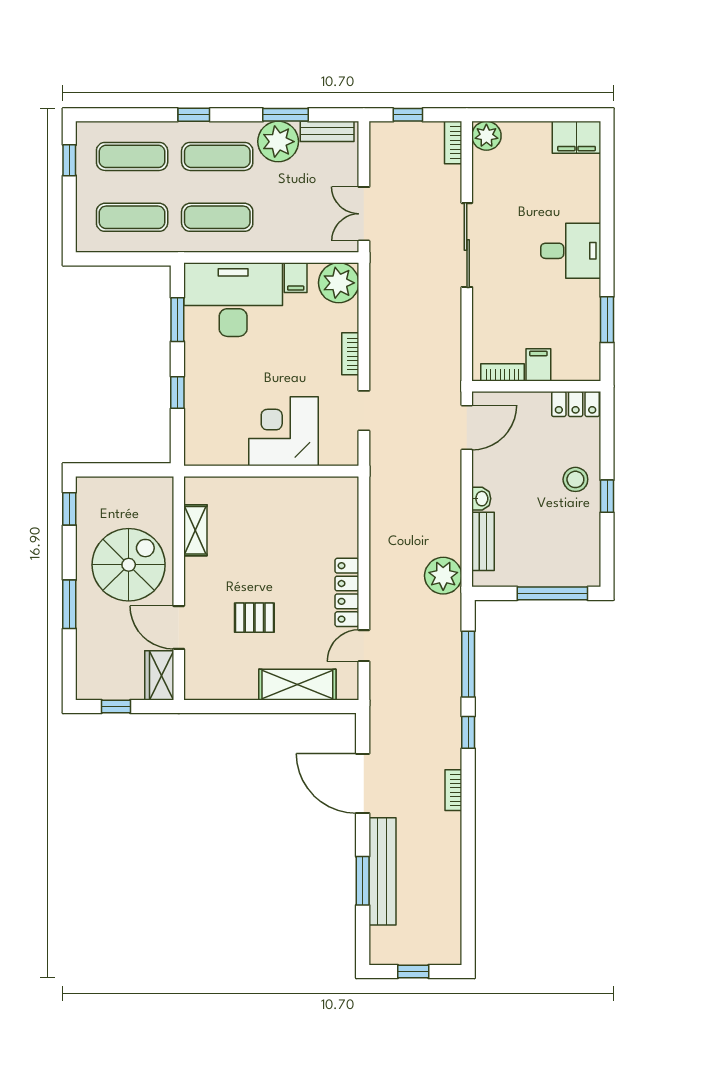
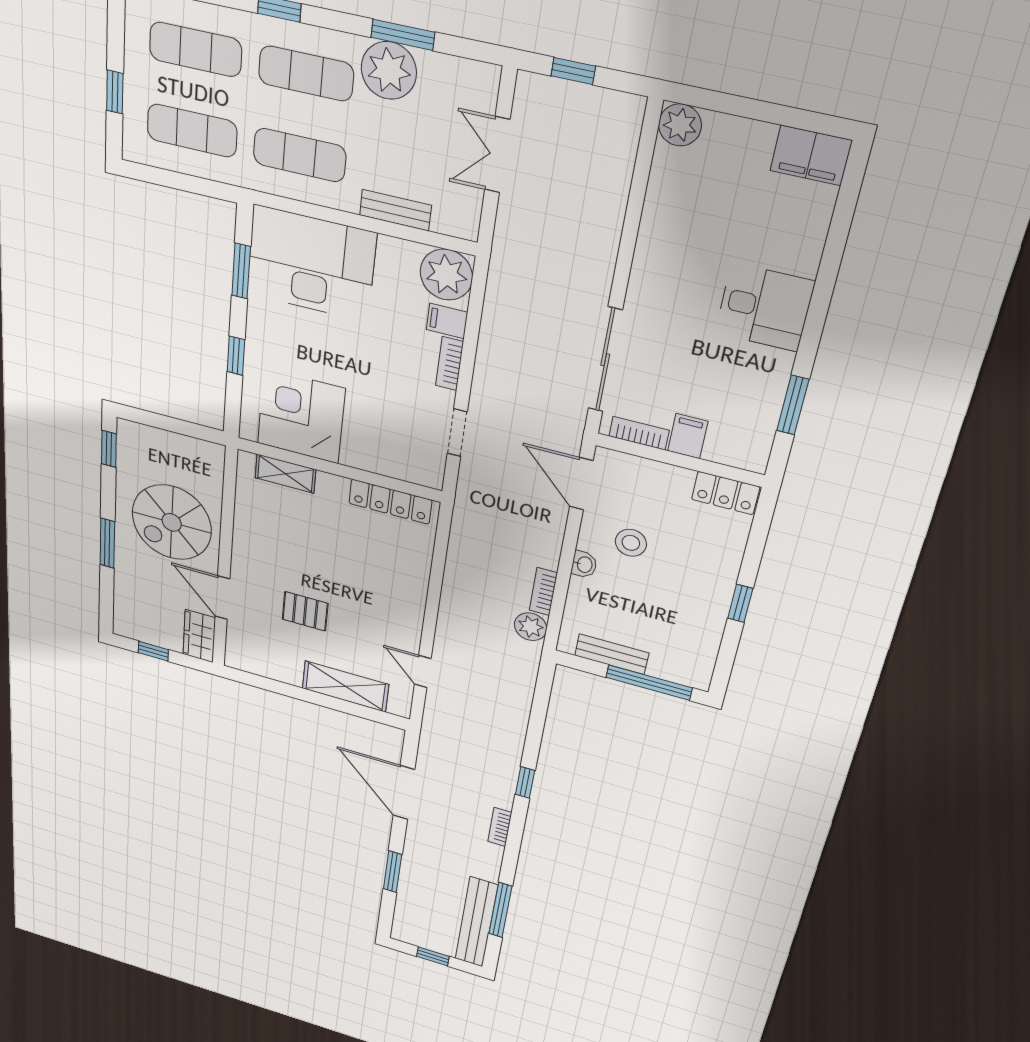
bench: (327, 131) -> (395, 210), moved
bookcase: (453, 143) -> (543, 592), moved
window: (69, 160) -> (115, 92), moved
double door: (364, 214) -> (497, 155), moved
sliding door: (467, 245) -> (605, 360), moved
filing cabinet: (296, 278) -> (447, 321), moved, turned 90
door: (467, 427) -> (581, 484), swing flipped
corner desk: (283, 431) -> (301, 416), moved
stool: (575, 479) -> (631, 543), moved
shelving: (195, 530) -> (285, 474), moved, turned 90
bench: (483, 541) -> (612, 654), moved, turned 90
spiral stairs: (129, 565) -> (172, 522), turned 180
plant: (443, 576) -> (531, 627), width x0.73, depth x0.73
locker: (347, 592) -> (390, 502), moved, turned -90
door: (364, 646) -> (423, 671), hinge flipped
window: (468, 664) -> (500, 910), moved
bench: (382, 871) -> (476, 922), moved

